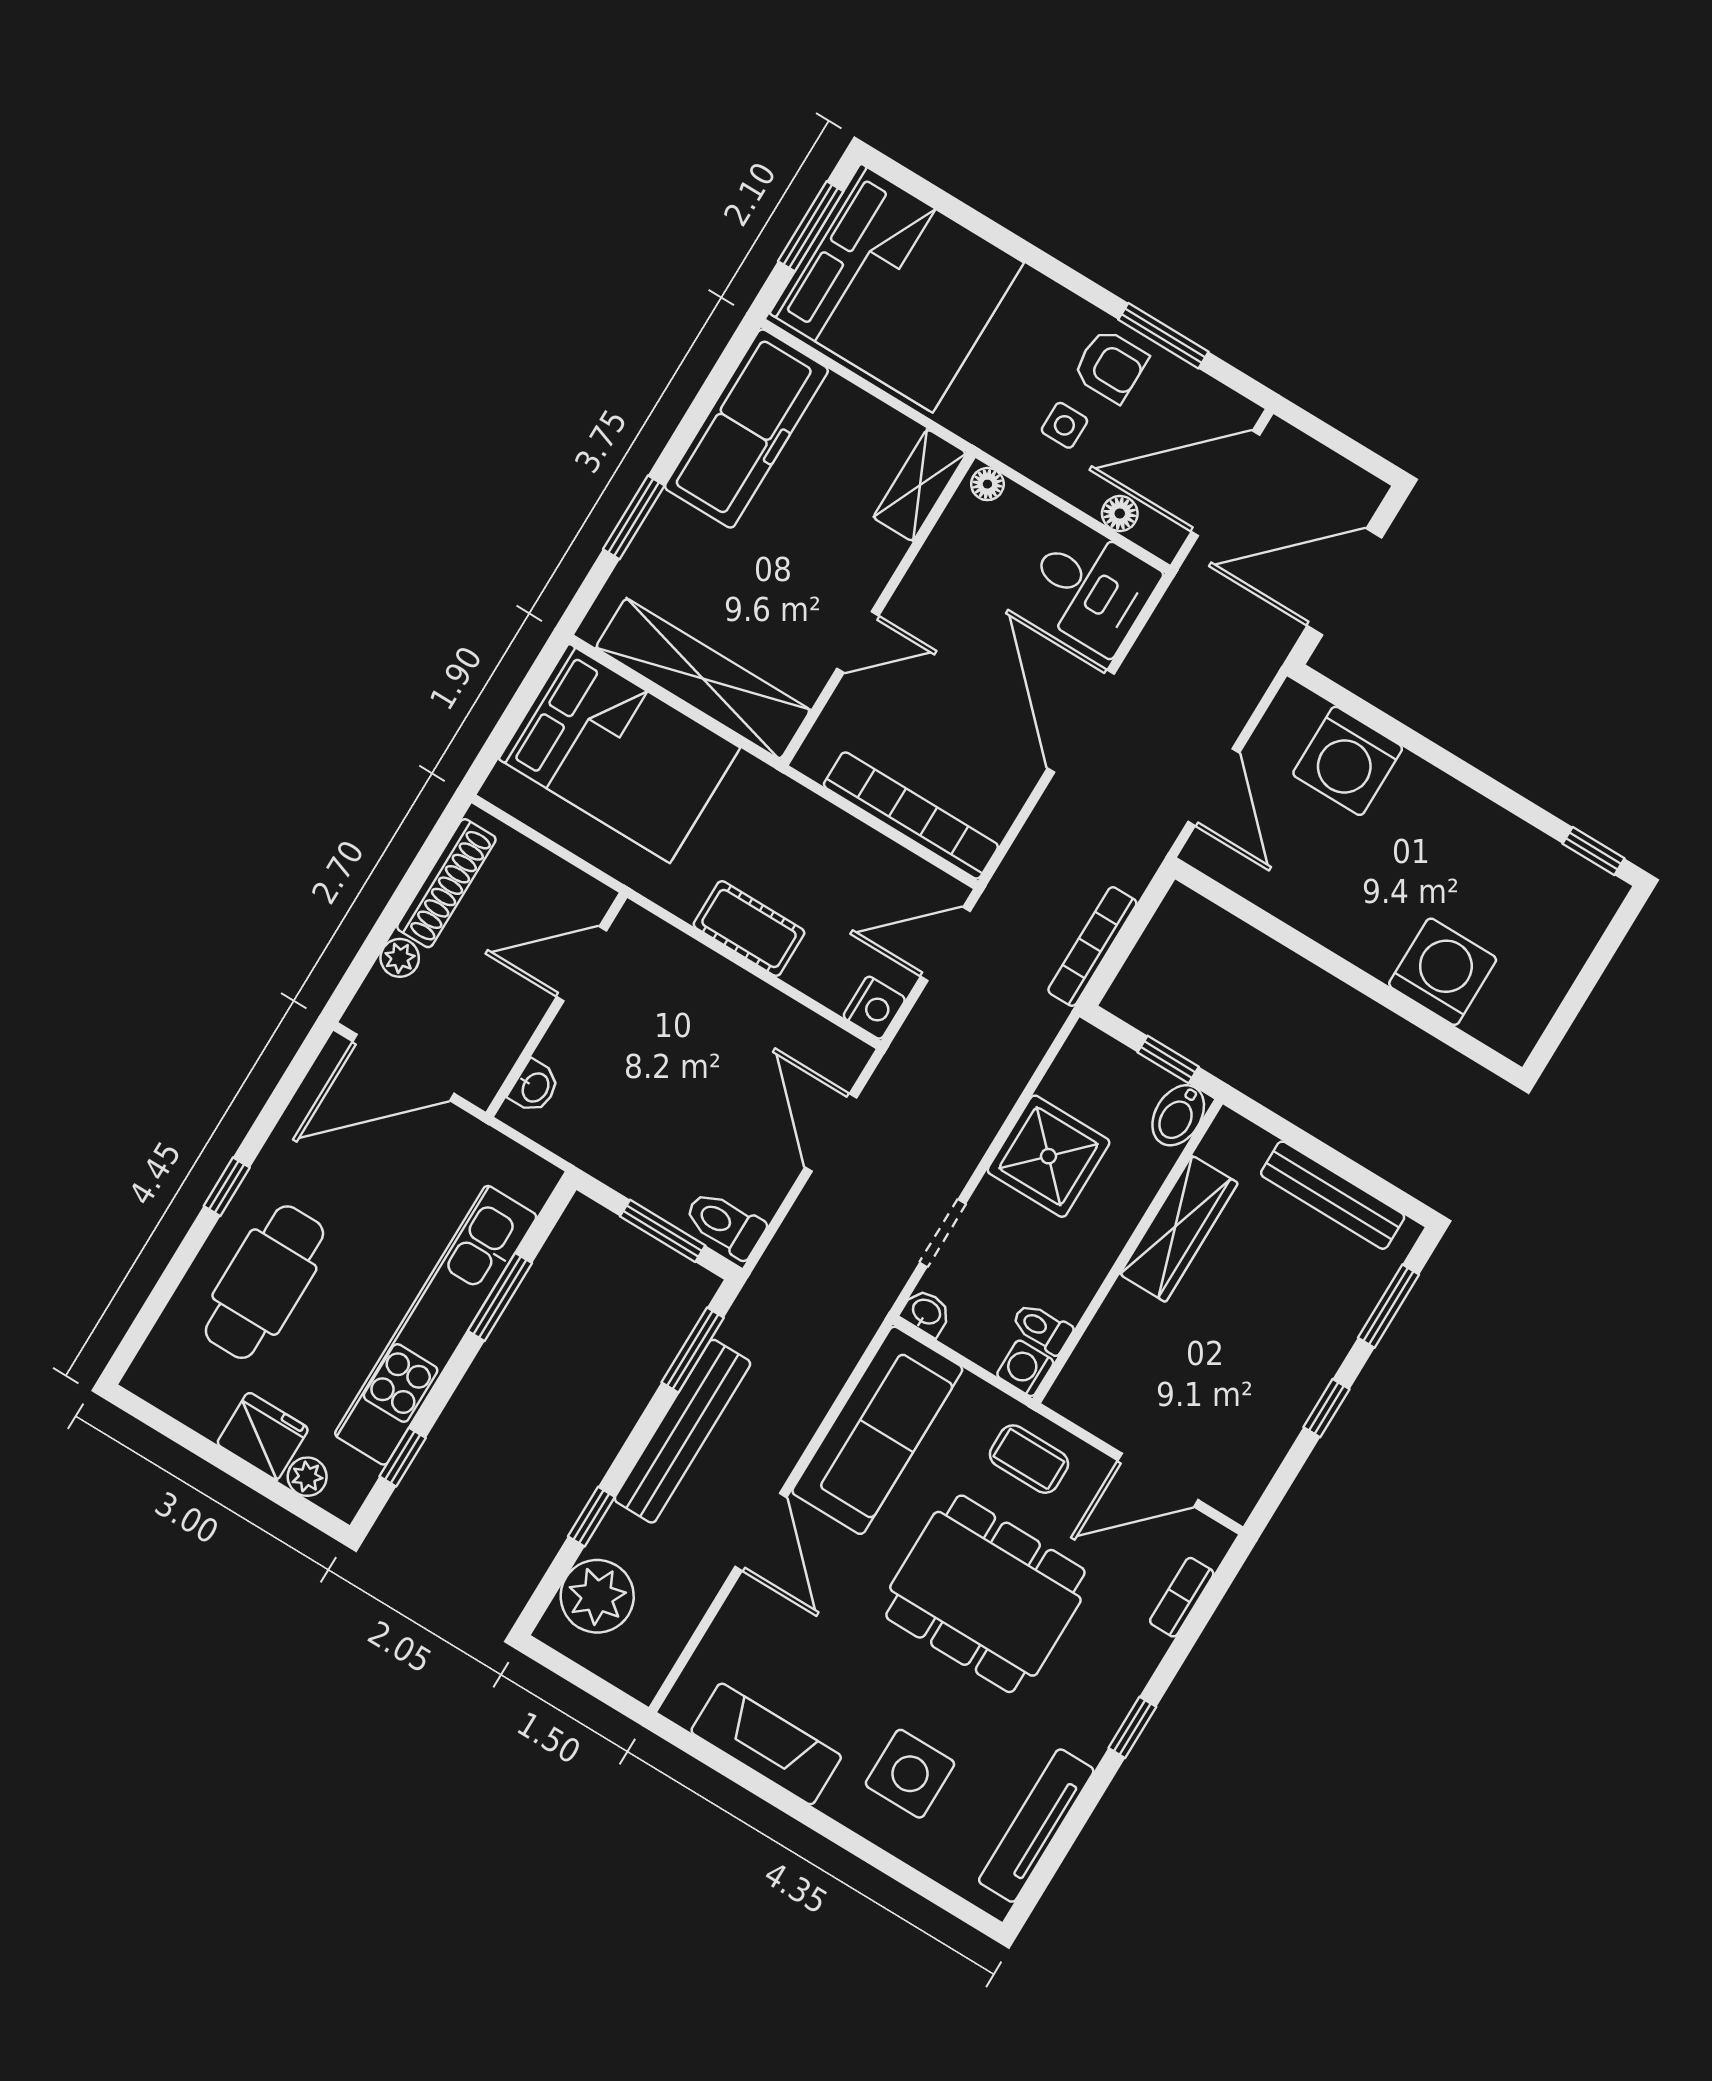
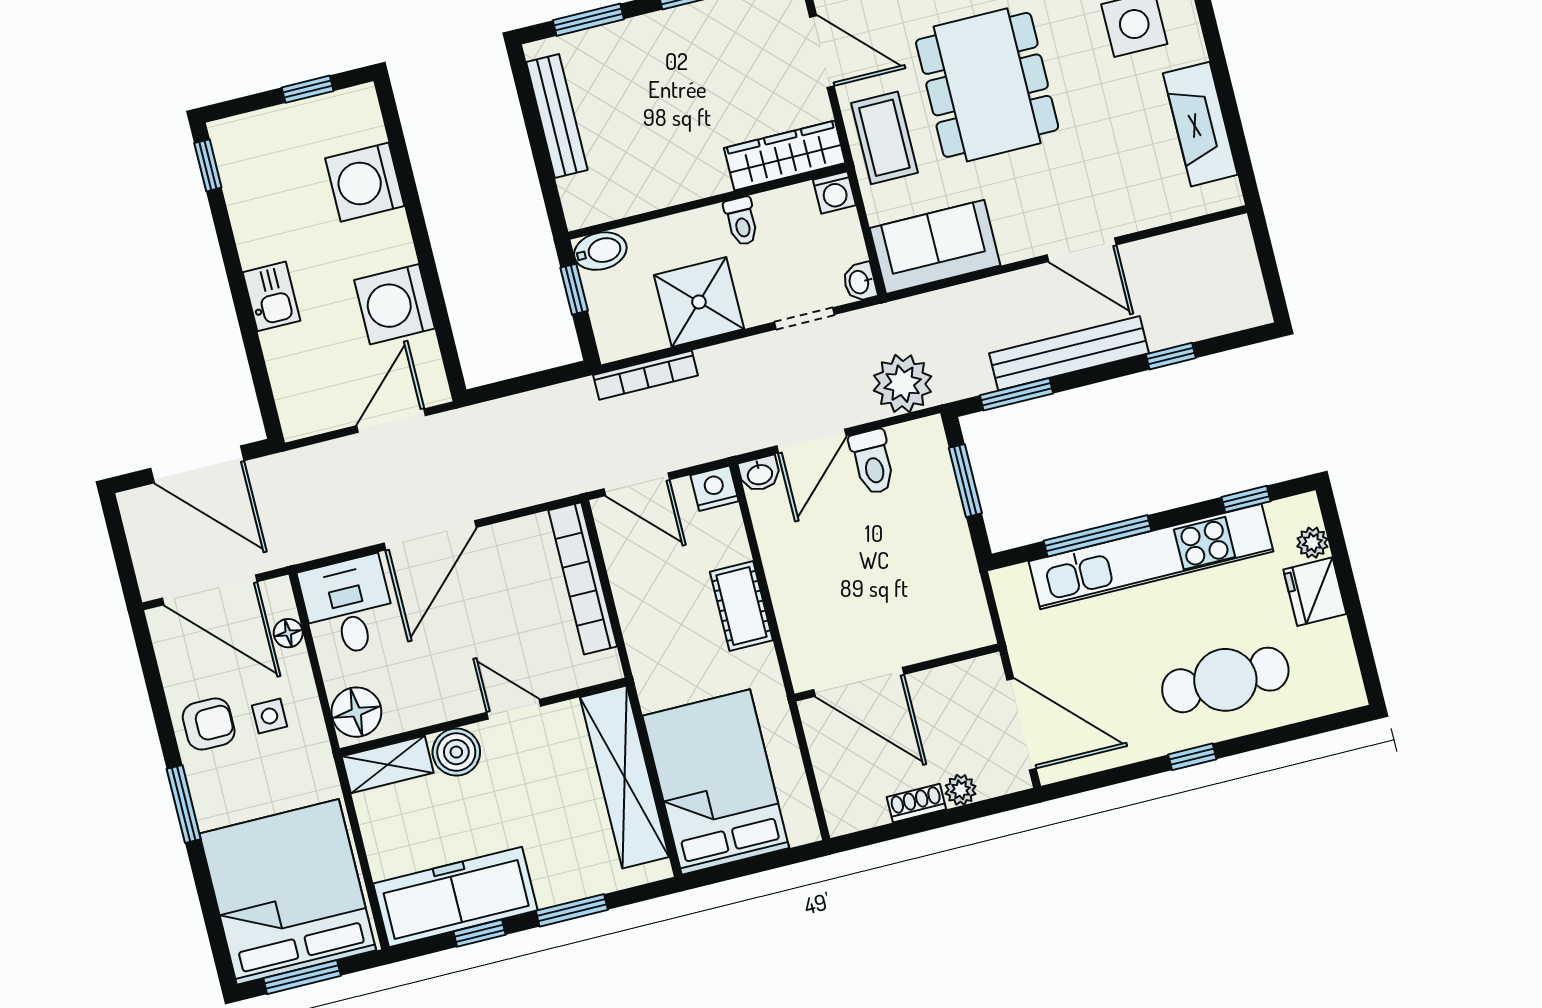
window: (1163, 336) -> (184, 804), moved
armchair: (1110, 366) -> (209, 724), turned 90
window: (694, 418) -> (480, 933), added
floor lamp: (987, 484) -> (356, 712), width x1.89, depth x1.89
boiler: (871, 555) -> (456, 752), added
washing machine: (1348, 761) -> (394, 304), moved, turned 180
kitchen sink: (1425, 792) -> (272, 296), added
shoe rack: (446, 883) -> (916, 803), width x0.51, depth x0.81
bookcase: (1092, 947) -> (646, 375), moved
door: (581, 964) -> (859, 682), width x1.36
window: (1573, 1003) -> (308, 89), added
washbasin: (535, 1087) -> (760, 474), moved, turned 180
toilet: (725, 1224) -> (873, 462), moved
wardrobe: (1179, 1229) -> (785, 156), moved
window: (500, 1297) -> (1098, 536), width x1.44
toilet: (1042, 1328) -> (741, 221), moved
sofa: (877, 1430) -> (935, 247), width x0.73
coffee table: (1029, 1459) -> (884, 138), width x1.36, depth x1.30
door: (761, 1532) -> (1082, 250), swing flipped
plant: (597, 1596) -> (903, 384), moved

